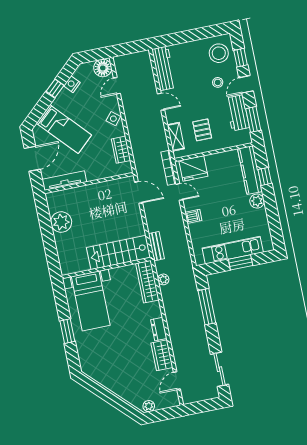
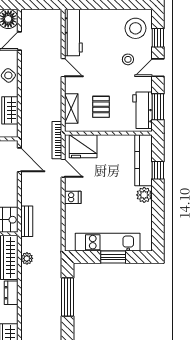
workbench: (237, 113) -> (143, 110), moved
dresser: (159, 329) -> (11, 293), moved

